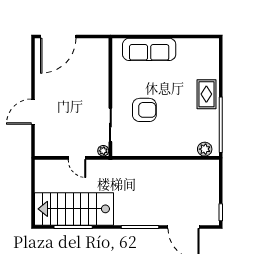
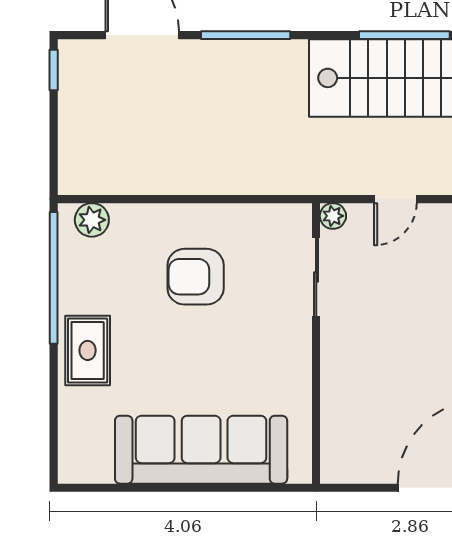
sofa: (149, 49) -> (201, 450), width x1.36, depth x1.27
armchair: (144, 110) -> (196, 277), moved
door: (77, 158) -> (395, 199), swing flipped

